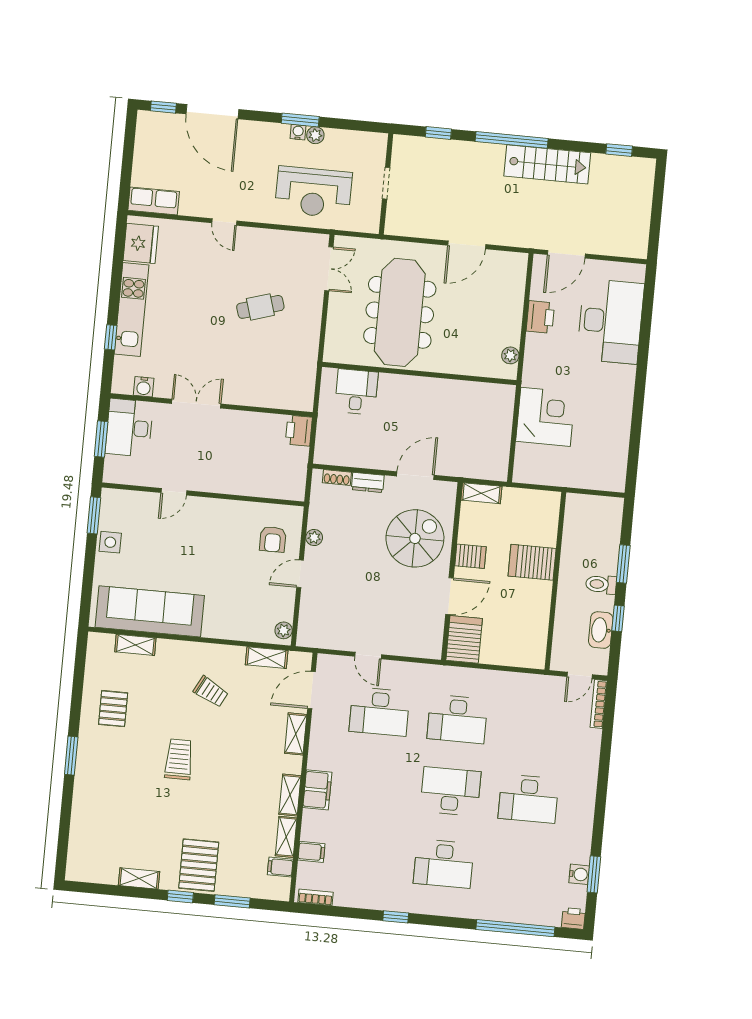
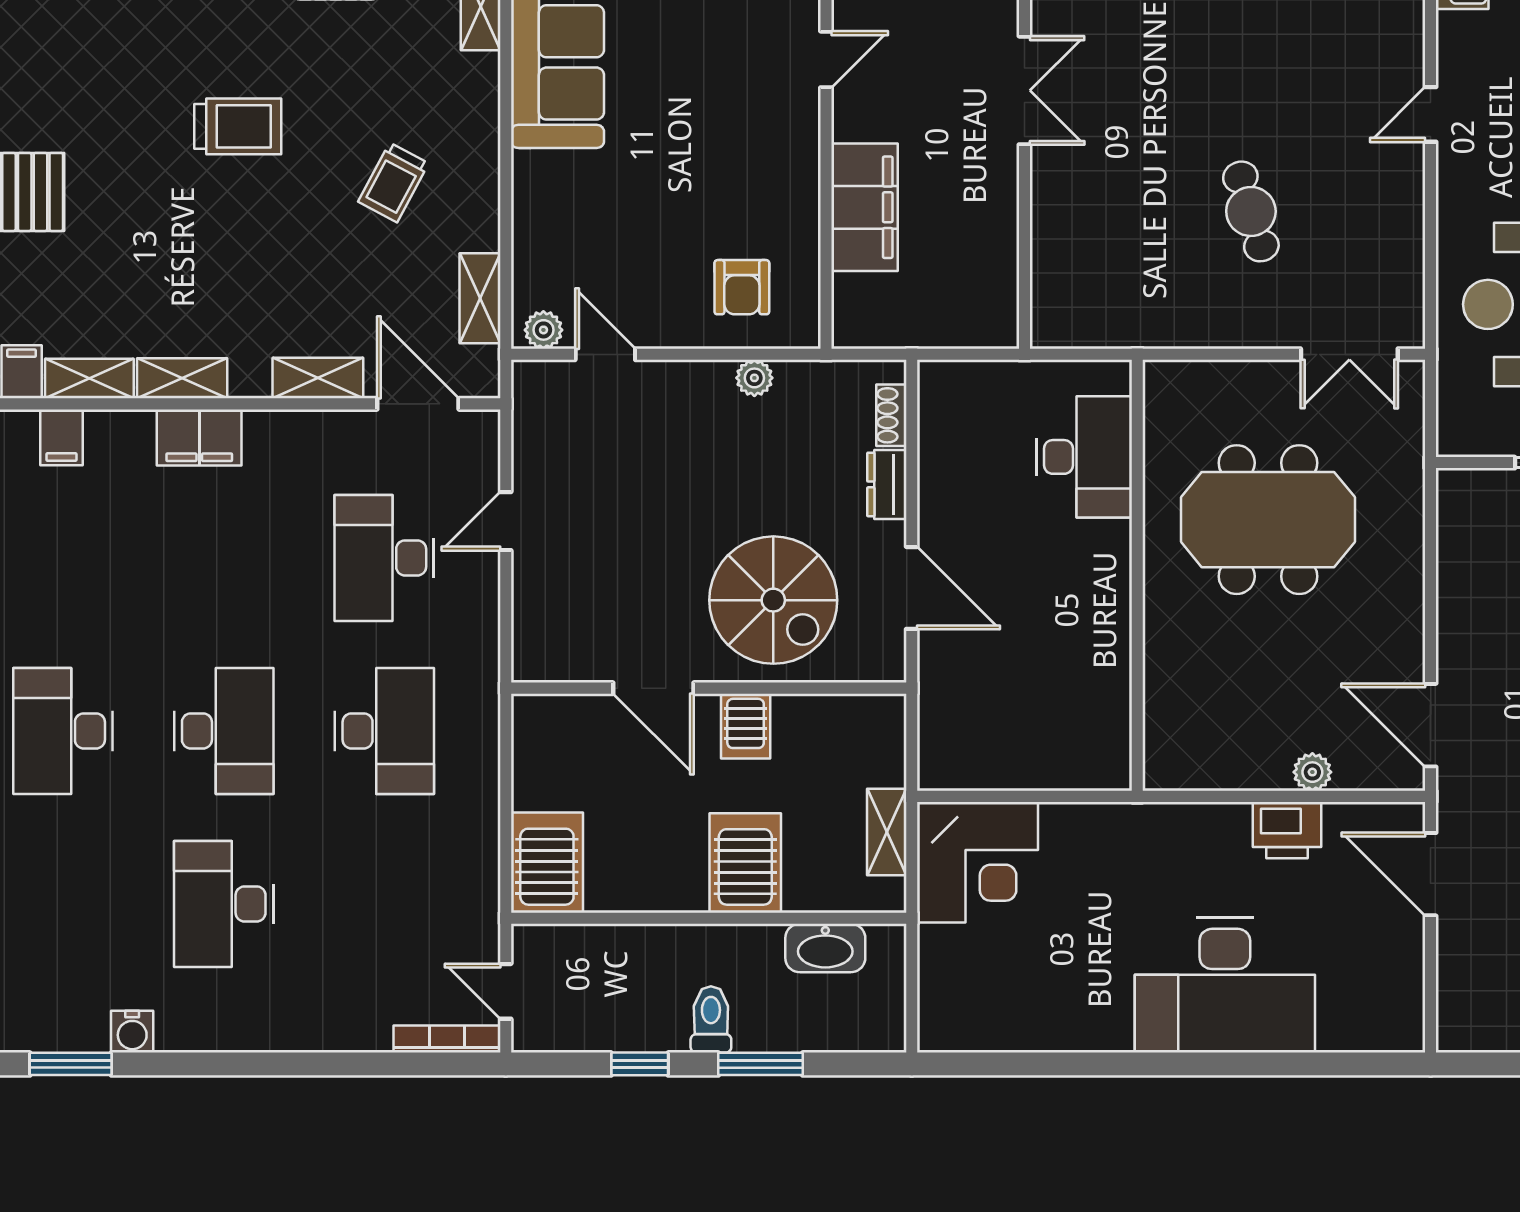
door: (467, 245) -> (1431, 725), moved
meeting table: (400, 312) -> (1268, 520), width x0.73
desk: (610, 321) -> (1225, 985), moved
plant: (510, 355) -> (1312, 772), moved
desk: (356, 392) -> (1084, 457), width x1.37
corner desk: (545, 417) -> (978, 862), moved
printer: (299, 431) -> (987, 322), removed
filing cabinet: (242, 481) -> (865, 207), added
door: (174, 492) -> (826, 59), swing flipped
shelving: (481, 493) -> (887, 832), moved
armchair: (273, 539) -> (742, 287), turned -90
door: (300, 574) -> (605, 354), moved
washbasin: (601, 630) -> (825, 948), moved, turned 180
server rack: (464, 639) -> (547, 863), moved, turned -90
desk: (457, 719) -> (384, 731), turned 180
water cooler: (579, 874) -> (132, 1032), moved

